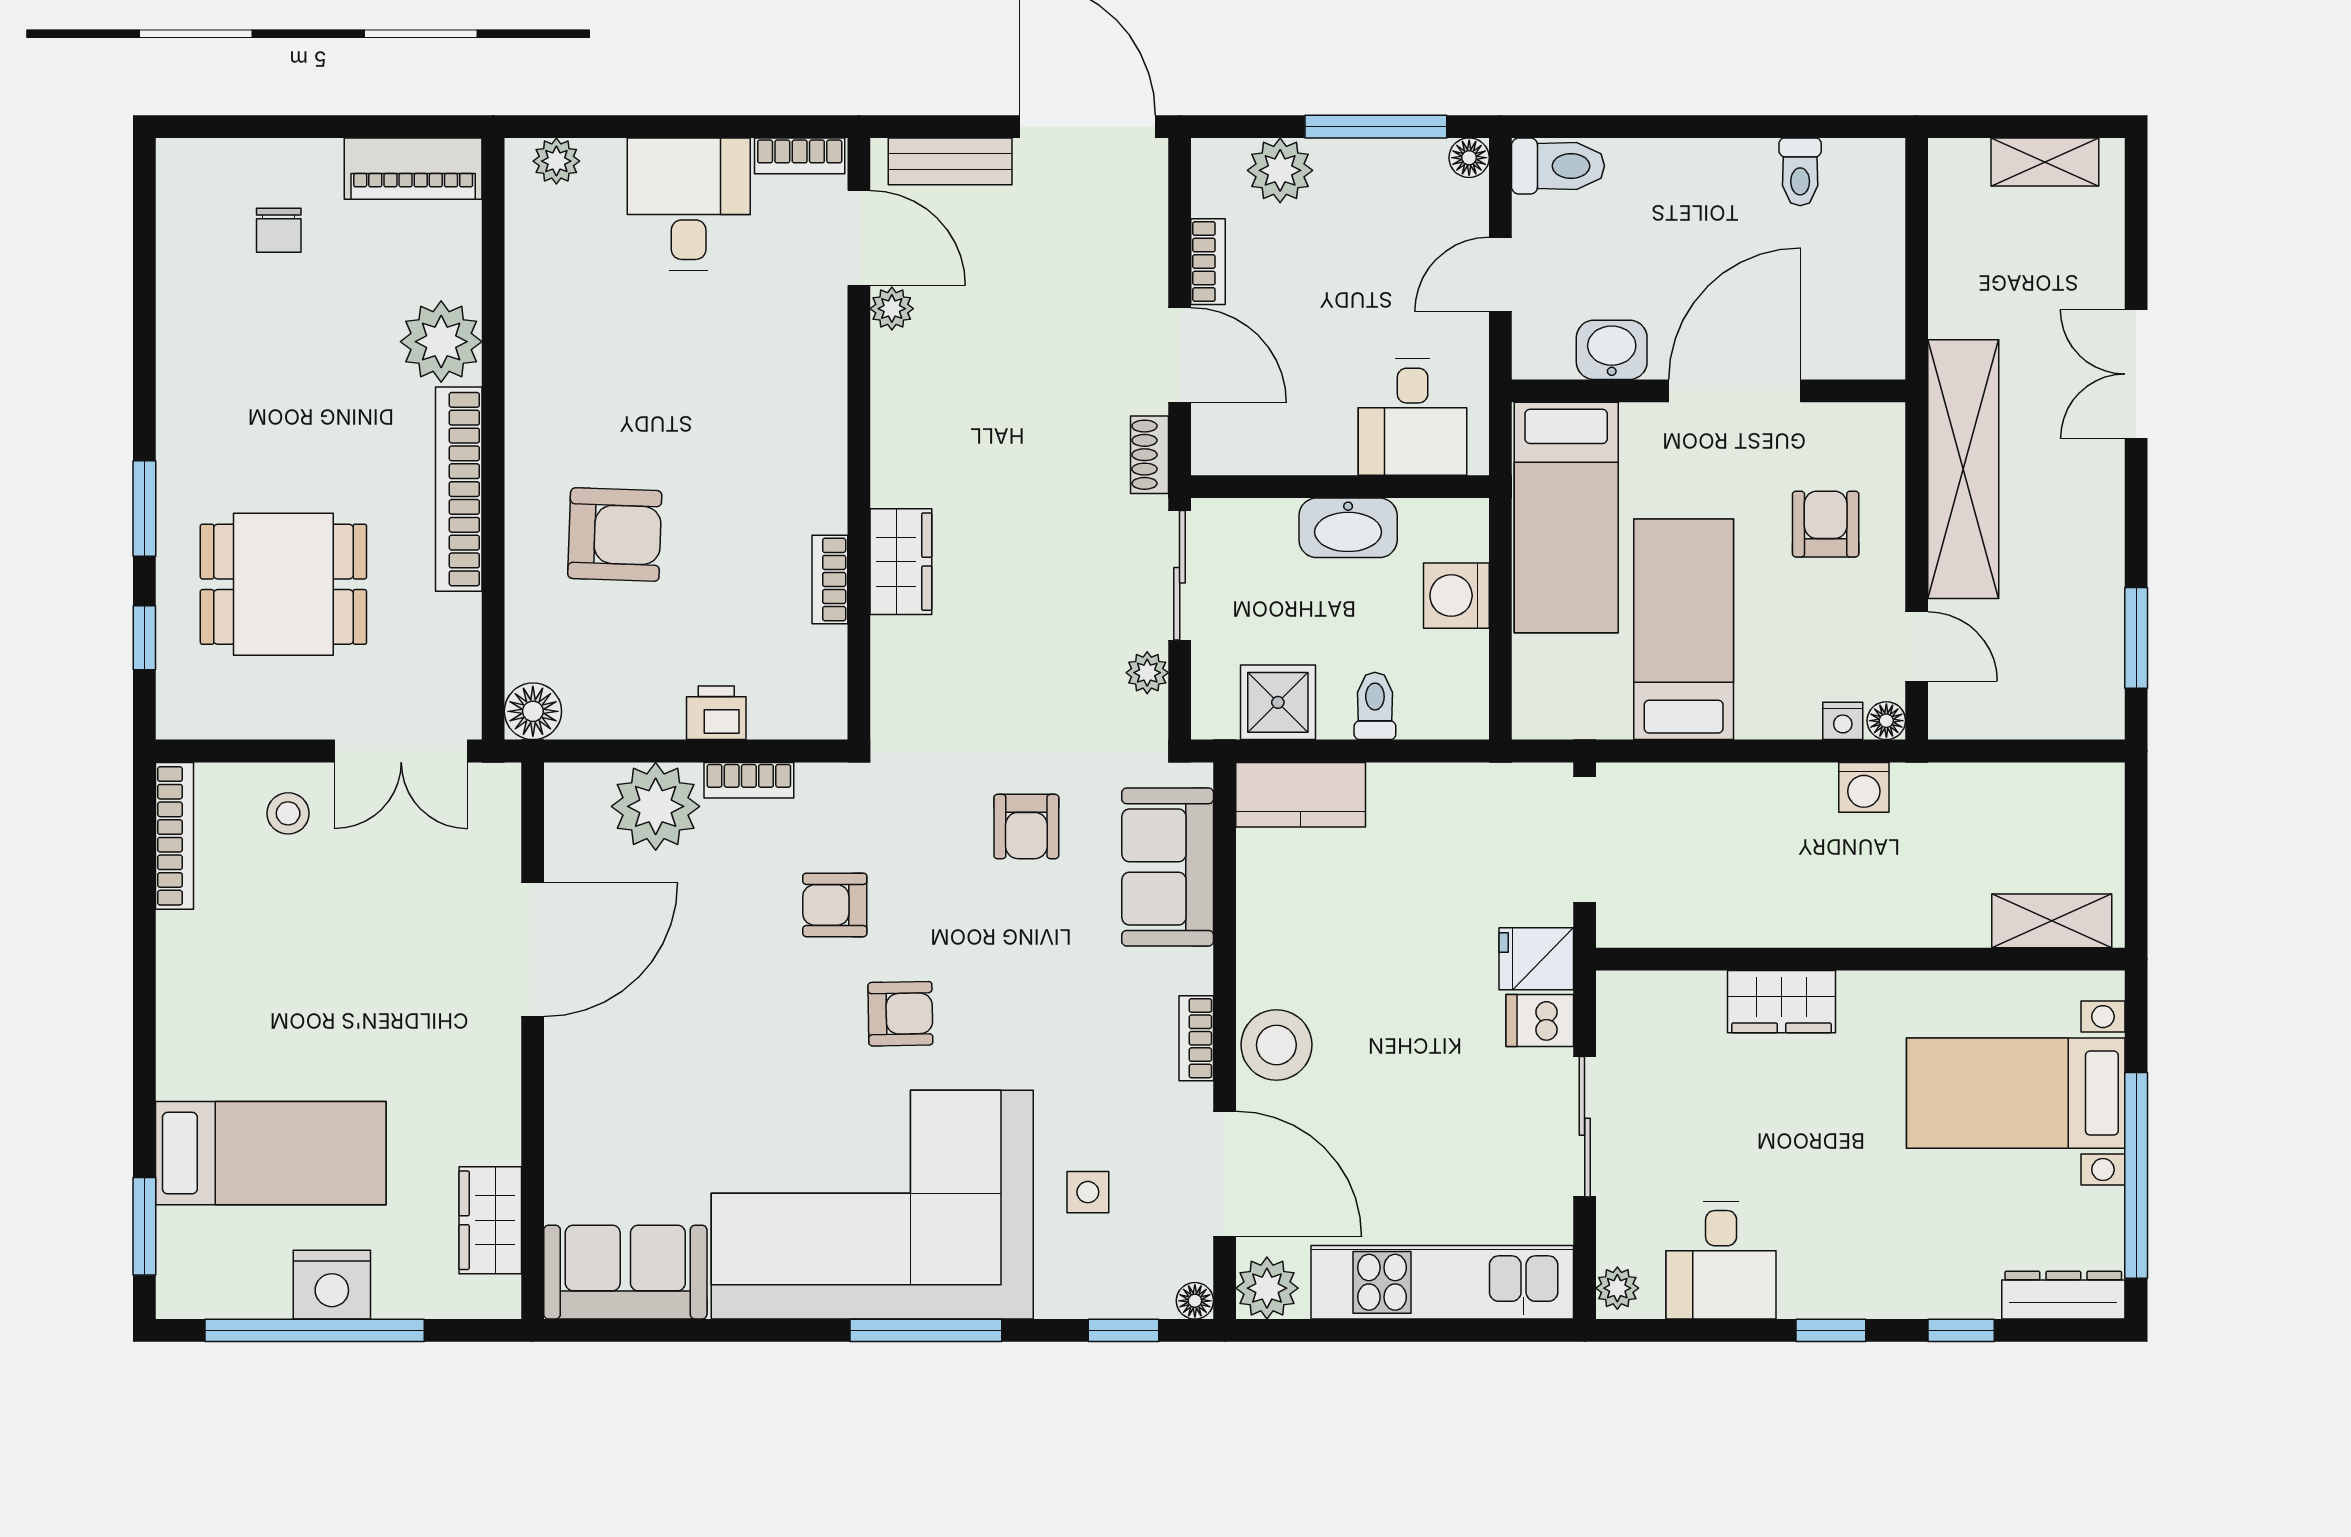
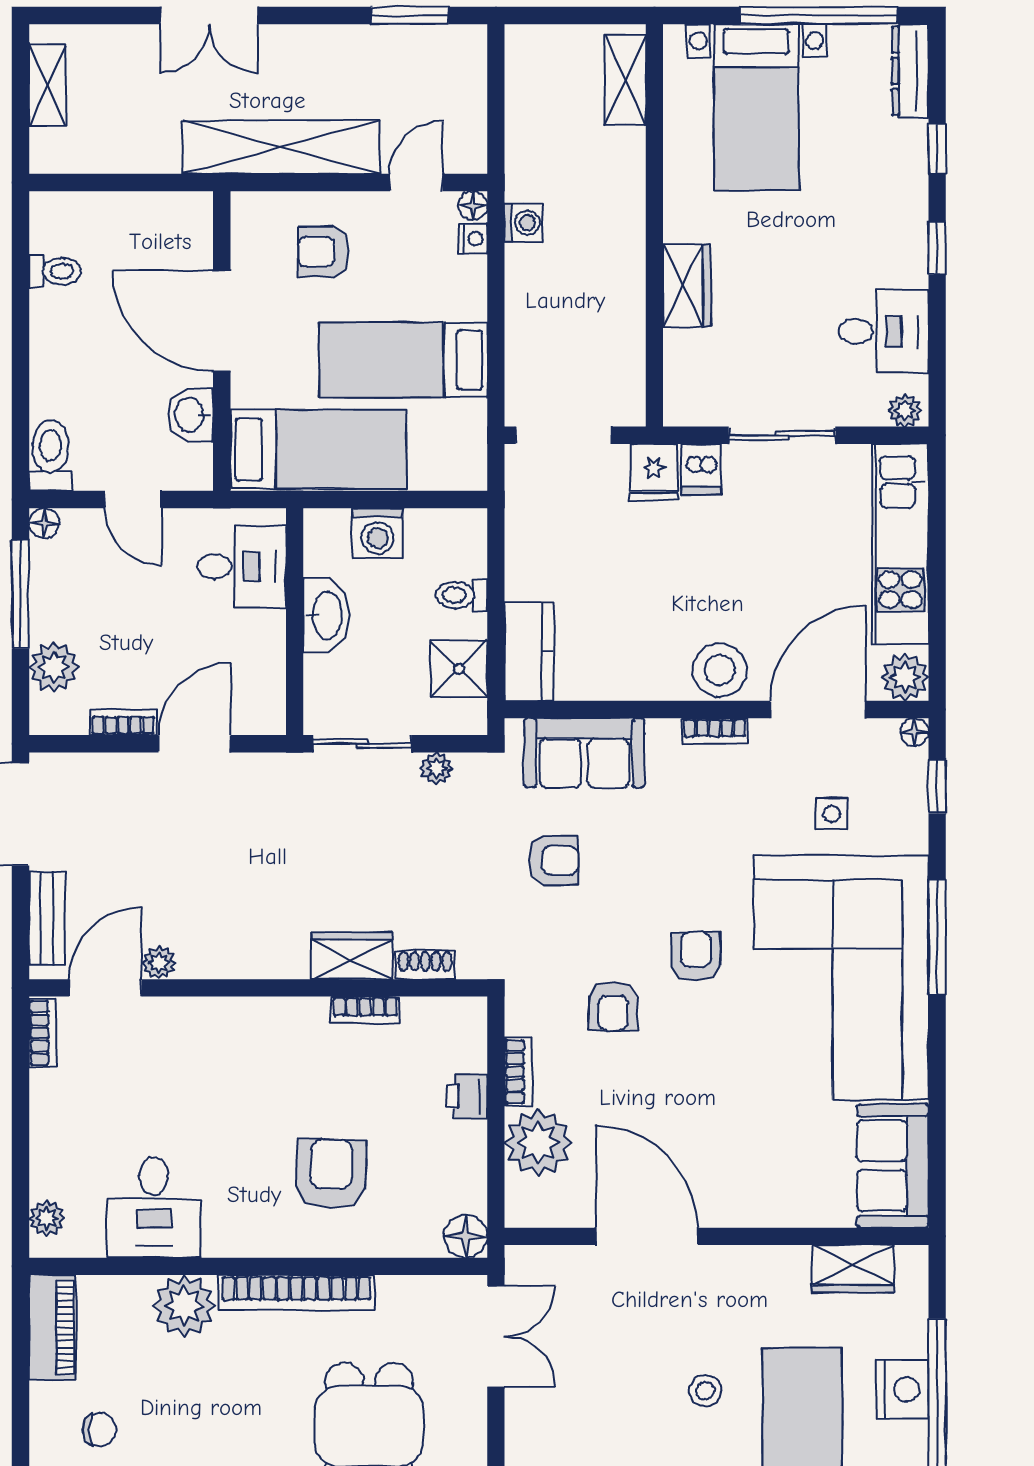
desk: (689, 204) -> (154, 1207), moved, turned -90
shoe rack: (1149, 455) -> (425, 965), moved, turned 180
stool: (288, 813) -> (705, 1391), moved

